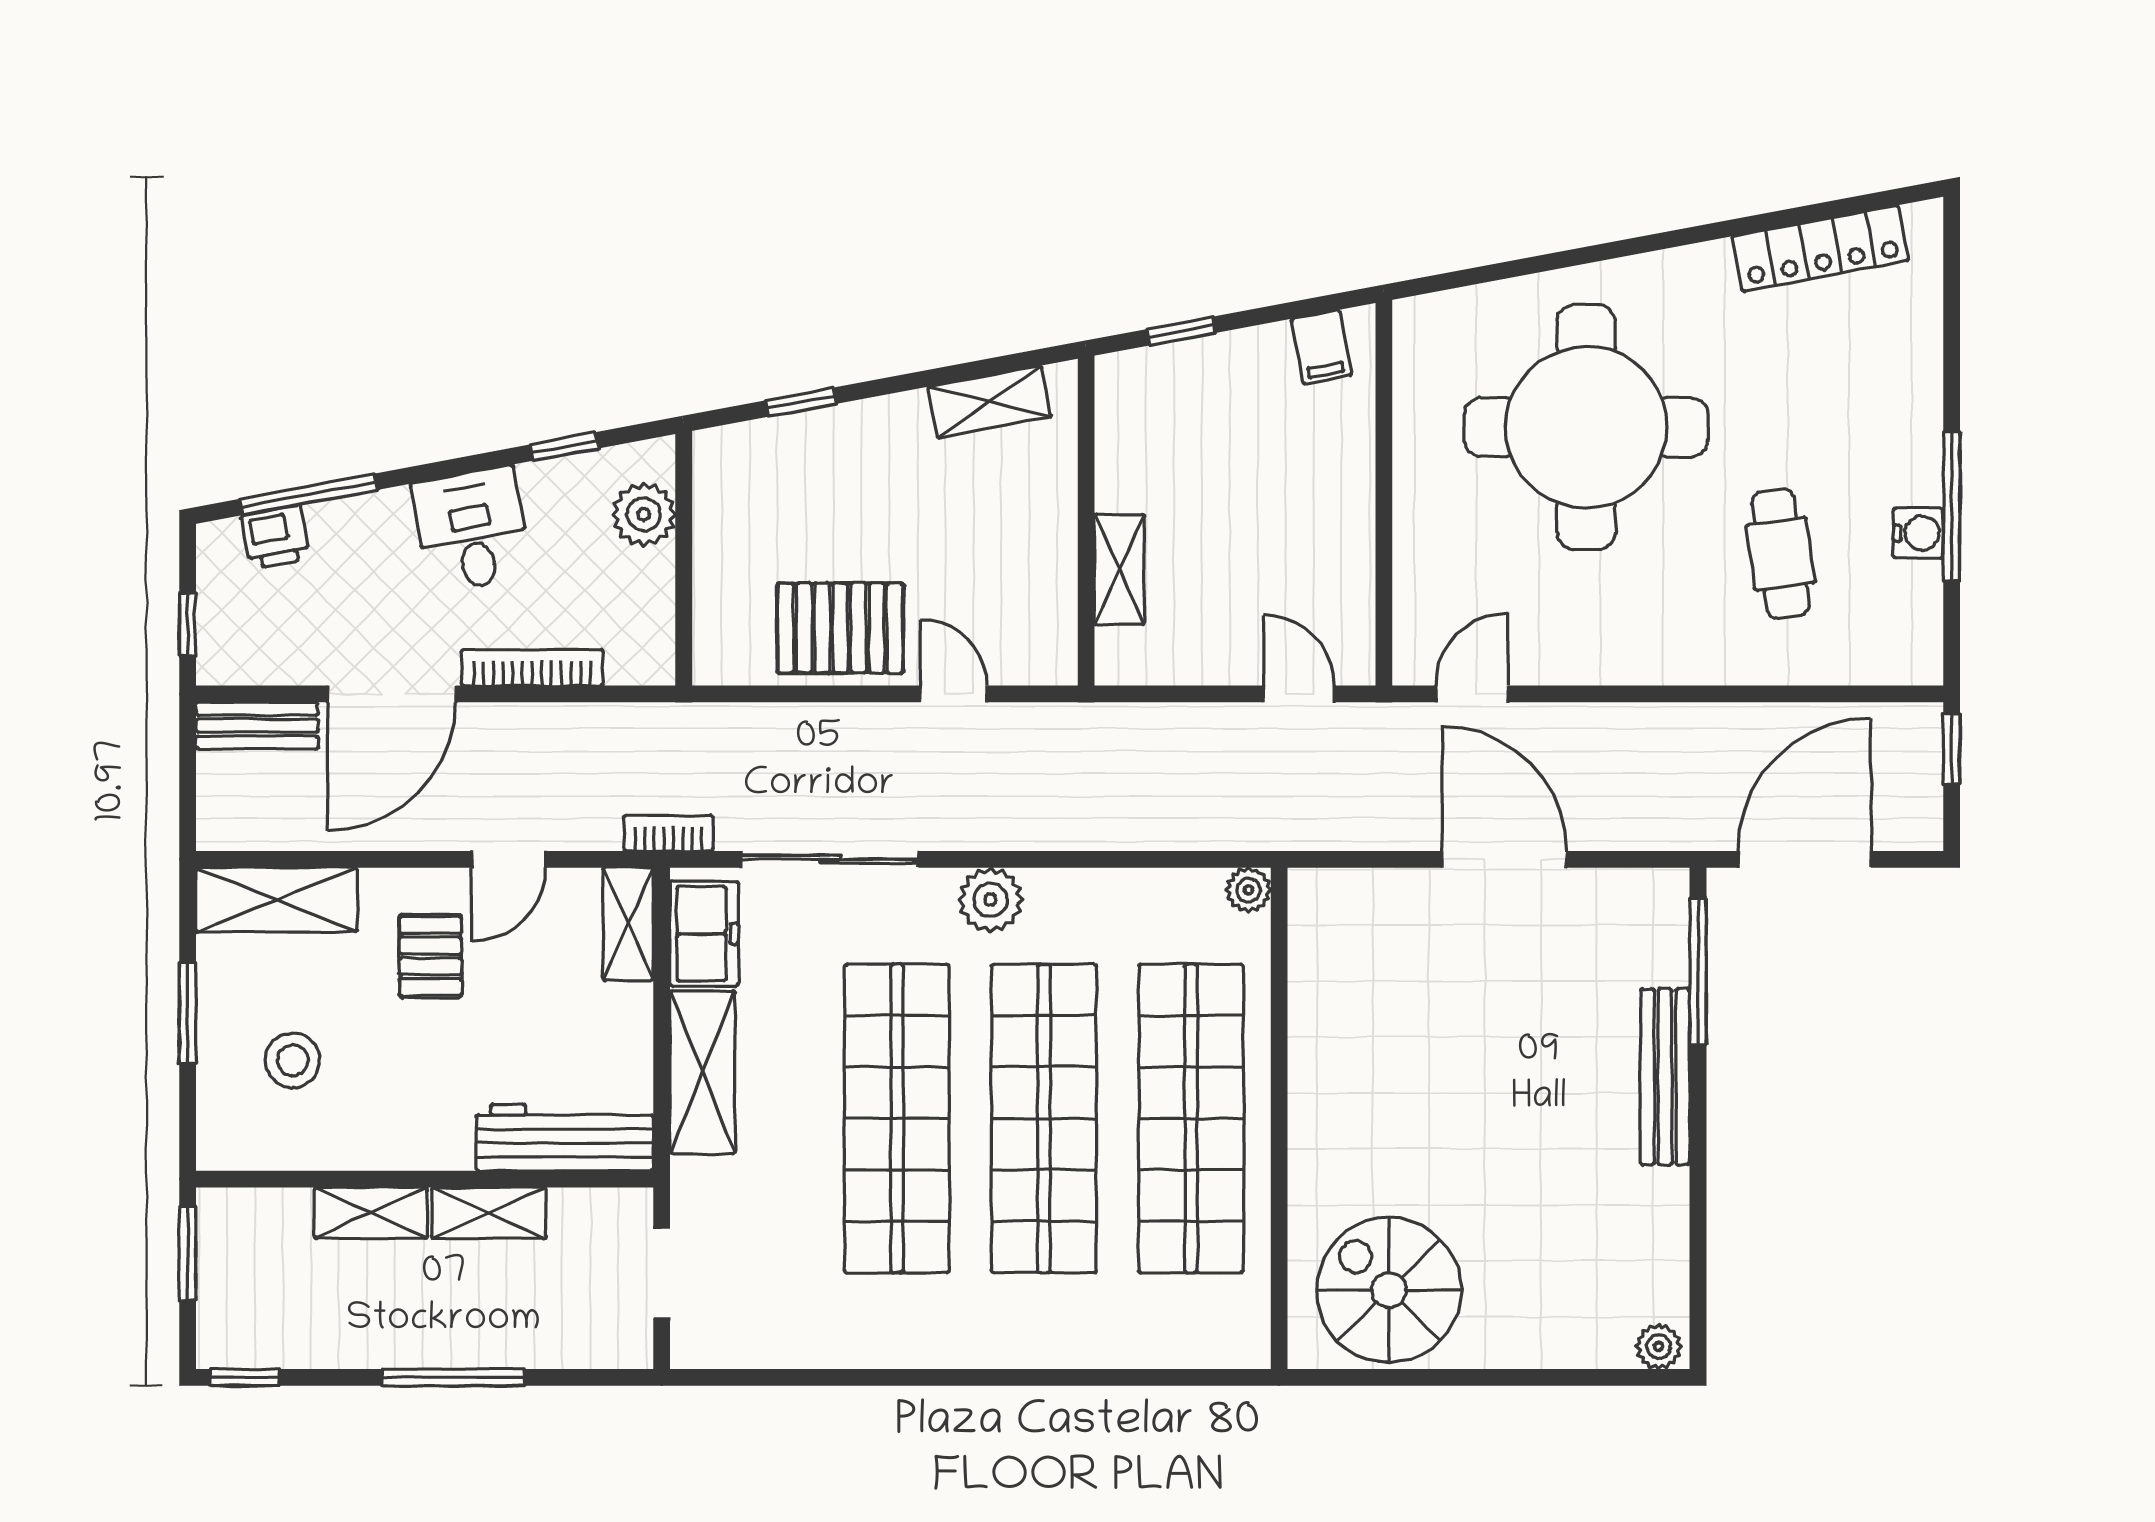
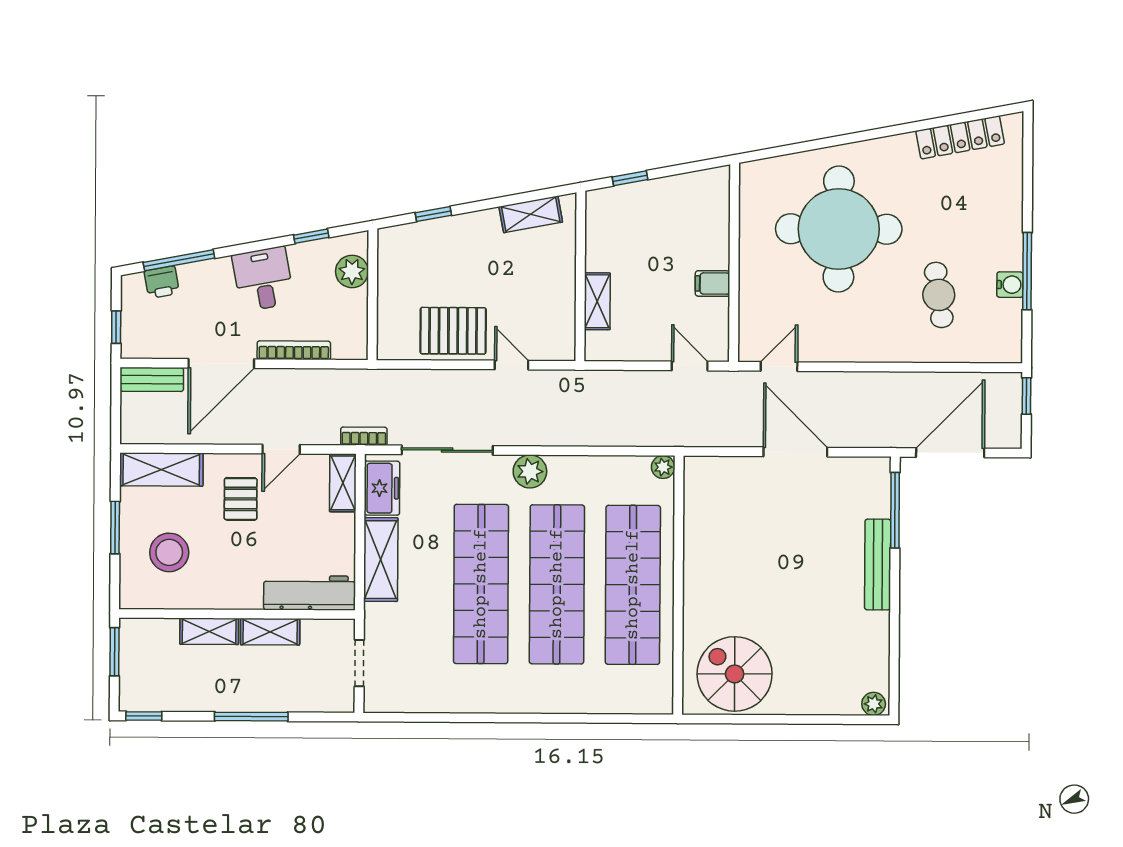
filing cabinet: (1321, 347) -> (713, 283), moved, turned 101
stool: (293, 1060) -> (169, 552), width x1.38, depth x1.38

